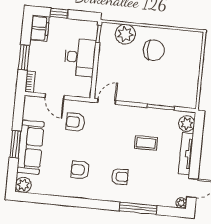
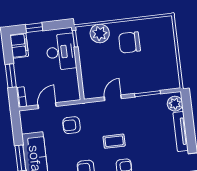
chair: (154, 50) -> (129, 42), turned 180
desk: (80, 57) -> (61, 52), moved
door: (55, 96) -> (47, 106), swing flipped
door: (107, 102) -> (113, 98), moved
coffee table: (146, 143) -> (114, 141), moved

